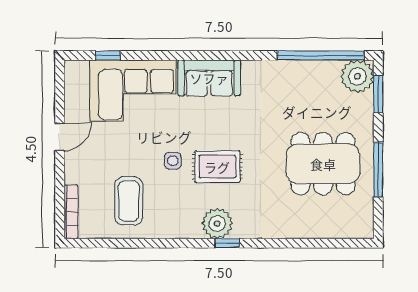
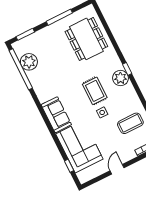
plant: (357, 76) -> (29, 62), moved
door: (60, 137) -> (117, 169), hinge flipped
dining table: (323, 164) -> (86, 39), moved

